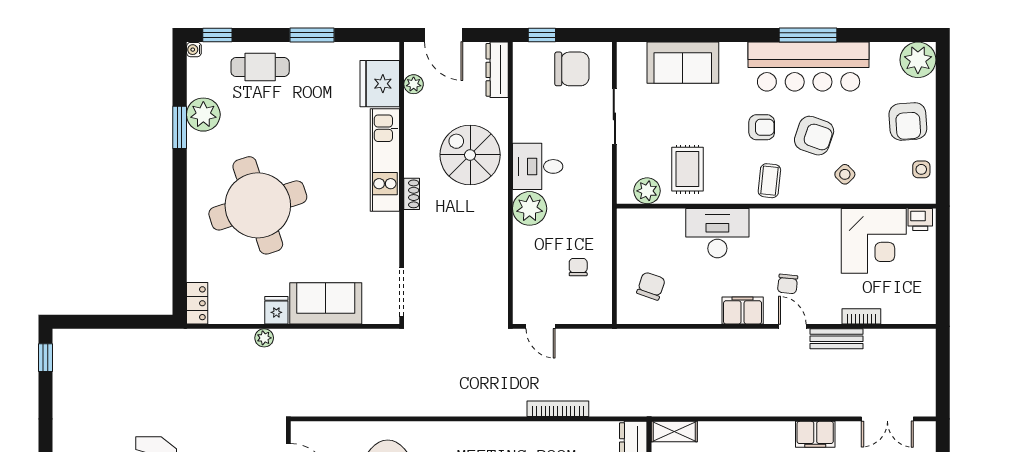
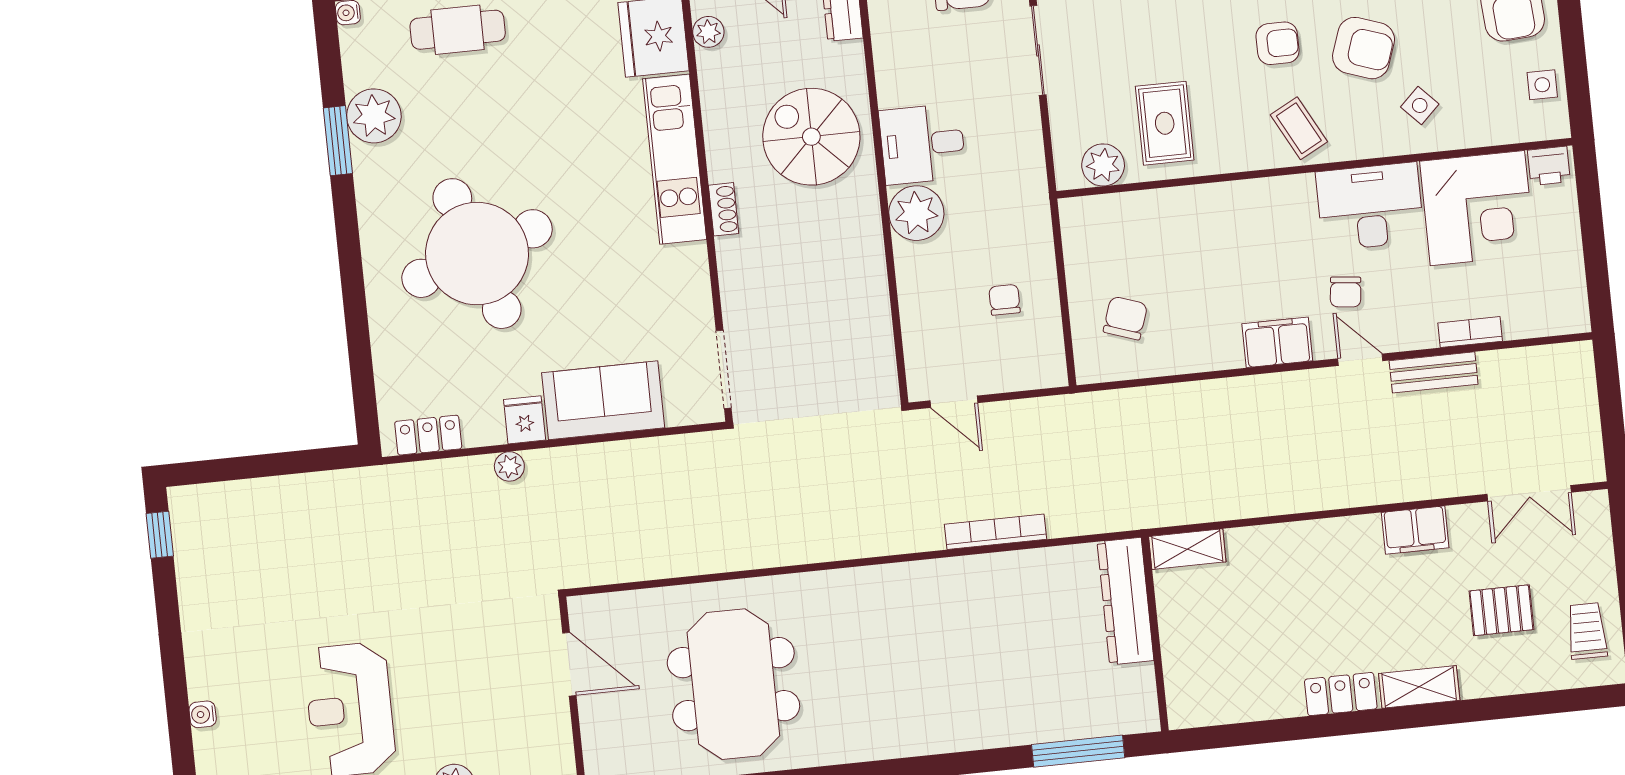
coffee table: (769, 181) -> (1299, 128), turned -34
desk: (717, 233) -> (1370, 207), moved
locker: (197, 303) -> (428, 435), moved, turned -90

